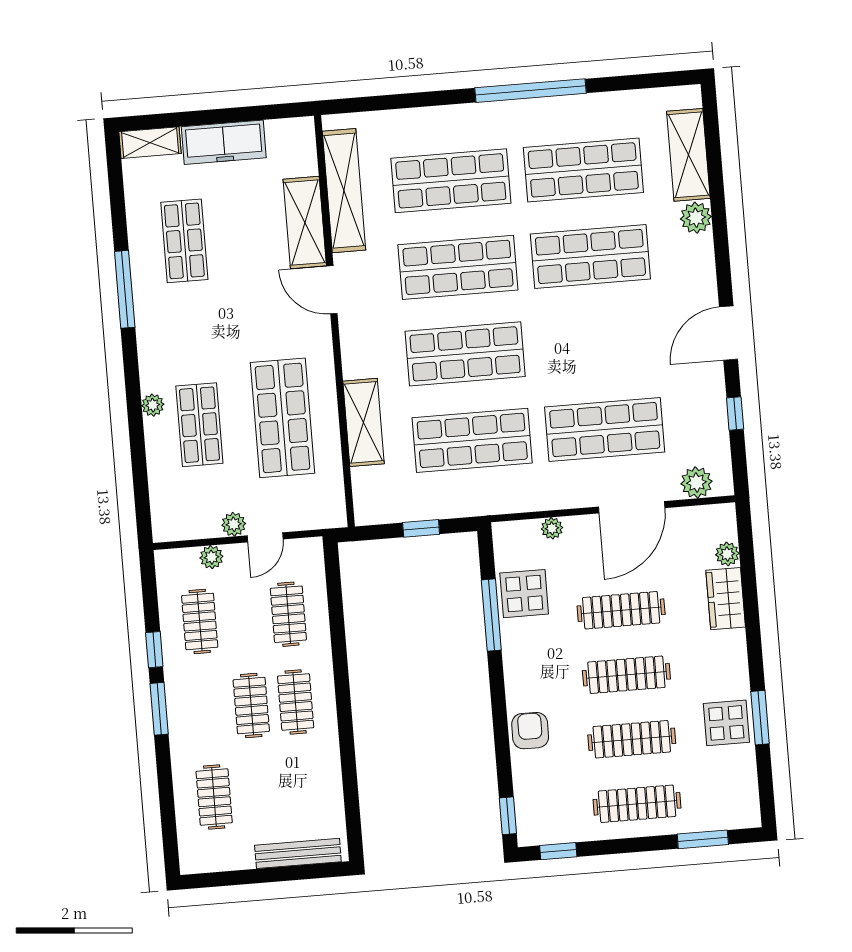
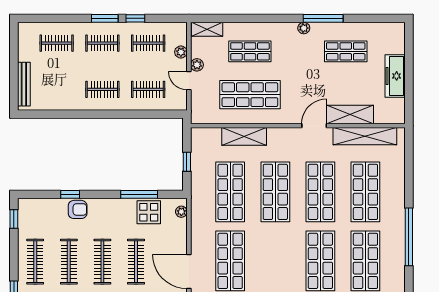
shelving: (150, 143) -> (207, 29), moved, turned 90
plant: (153, 405) -> (304, 28), moved
plant: (552, 528) -> (181, 212), moved
clothes rail: (251, 706) -> (102, 43), moved
window: (508, 816) -> (70, 194), moved

